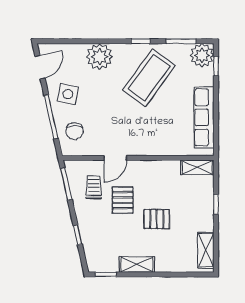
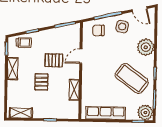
door: (115, 158) -> (81, 56), hinge flipped
shelving: (197, 167) -> (74, 90), moved
trolley: (94, 187) -> (24, 42), moved

